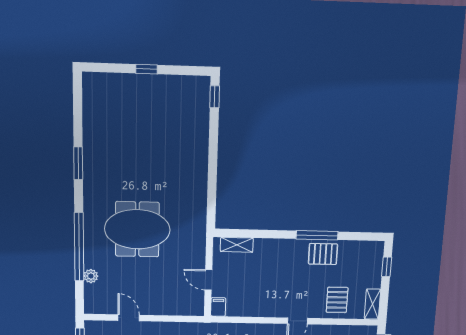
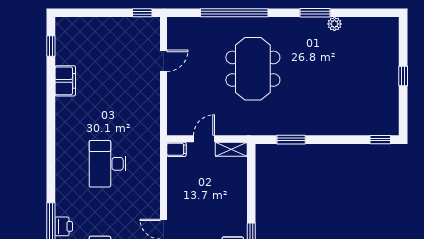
window: (212, 192) -> (291, 140), added
shelving: (237, 245) -> (231, 149), moved, turned 90
plant: (91, 276) -> (334, 24), moved

